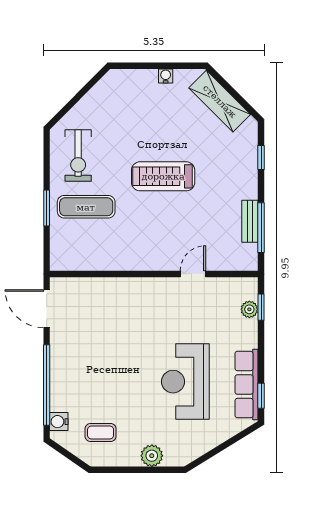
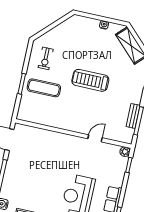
exercise bike: (78, 156) -> (46, 58), width x0.73, depth x0.72
plant: (249, 309) -> (125, 152), moved

